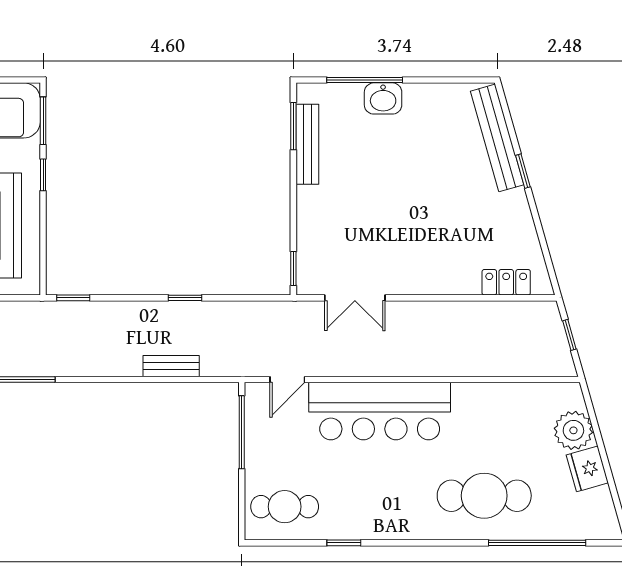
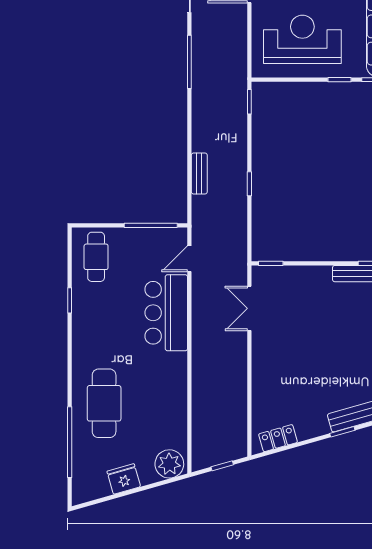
locker: (506, 282) -> (278, 438), moved, turned -106
door: (287, 379) -> (189, 259), hinge flipped
bar counter: (380, 411) -> (166, 313), width x0.73
plant: (573, 430) -> (169, 464), moved

